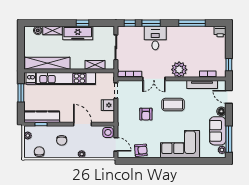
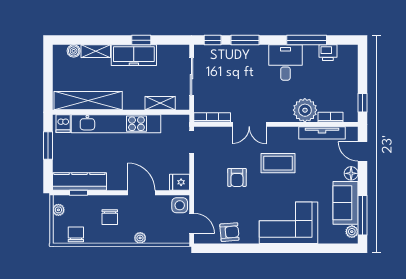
printer: (220, 31) -> (328, 53), moved
desk: (155, 38) -> (285, 62), moved
plant: (179, 70) -> (305, 110), moved
fridge: (108, 105) -> (180, 182), moved

